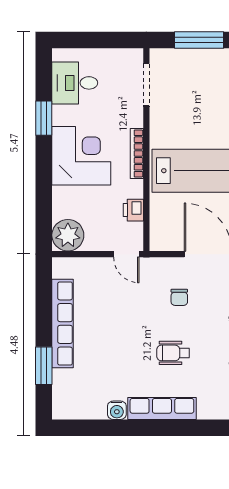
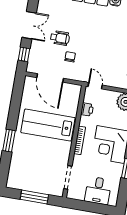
desk: (75, 83) -> (98, 191), moved, turned 90
wheelchair: (173, 353) -> (60, 38), moved

